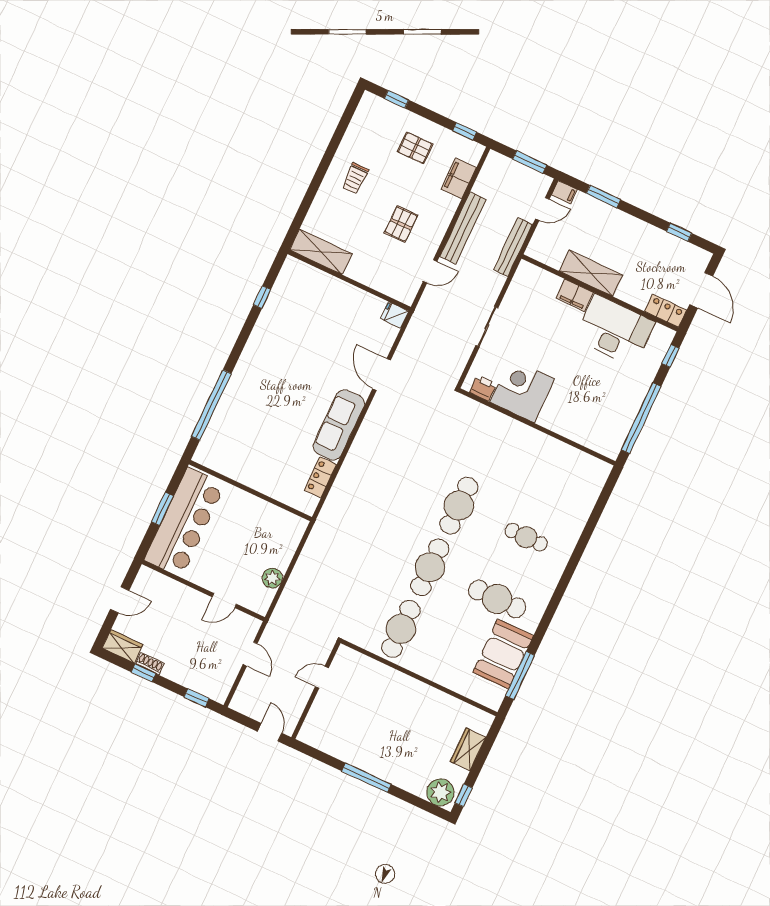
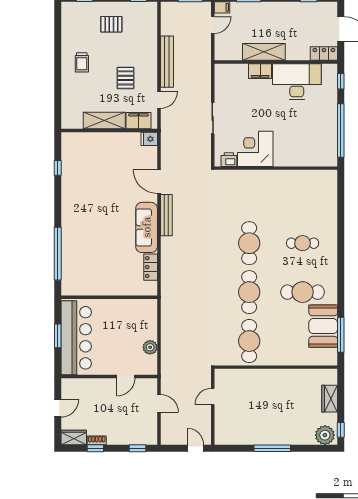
filing cabinet: (459, 178) -> (139, 121), moved, turned 90
bench: (513, 247) -> (166, 215), moved
shelving: (321, 252) -> (104, 121), moved

